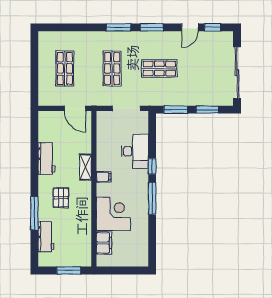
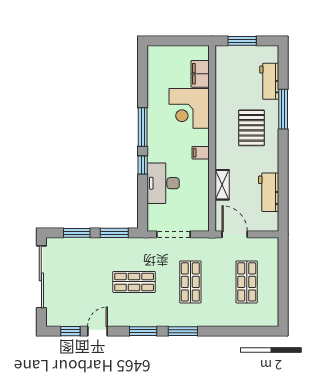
workbench: (47, 159) -> (269, 192), moved
shelving: (86, 167) -> (222, 185), moved
pallet: (61, 198) -> (252, 128), width x1.50, depth x1.42

